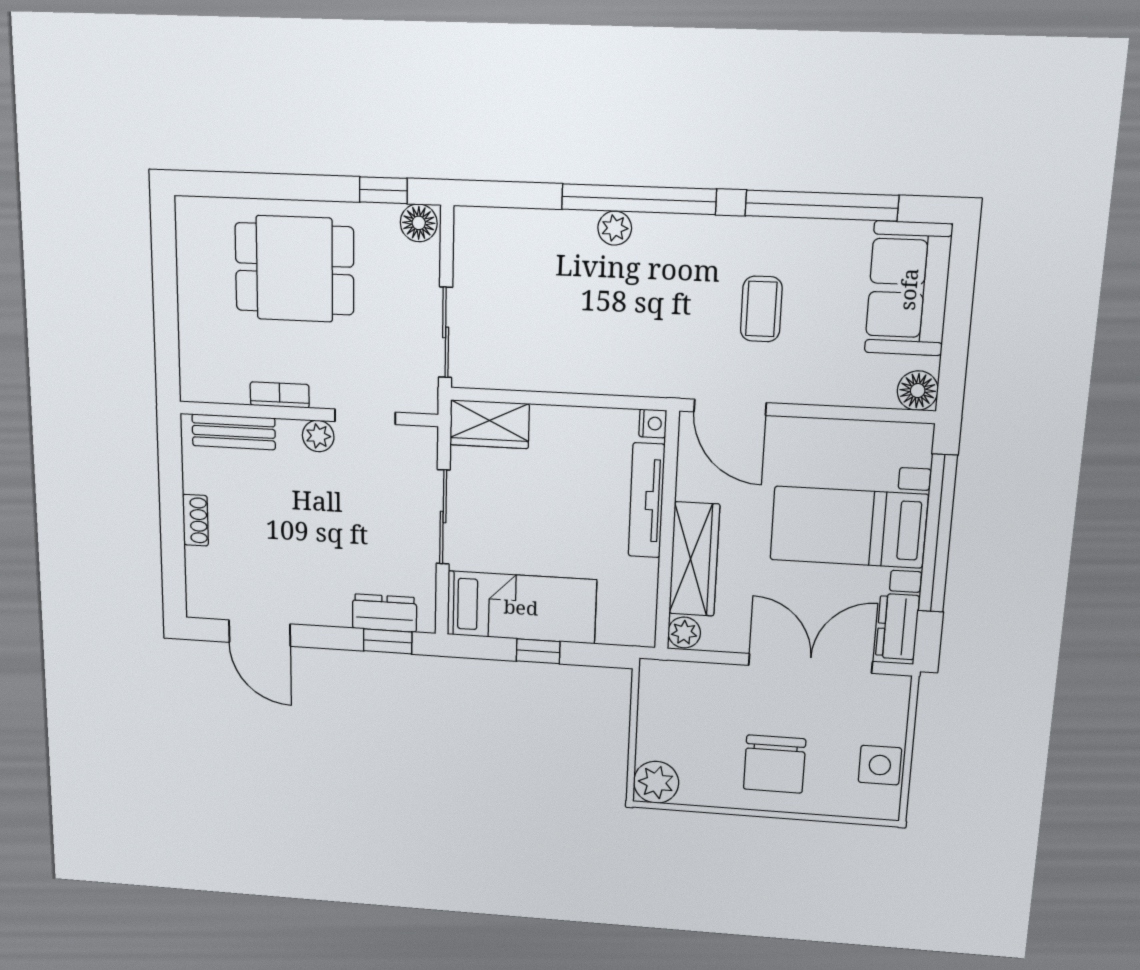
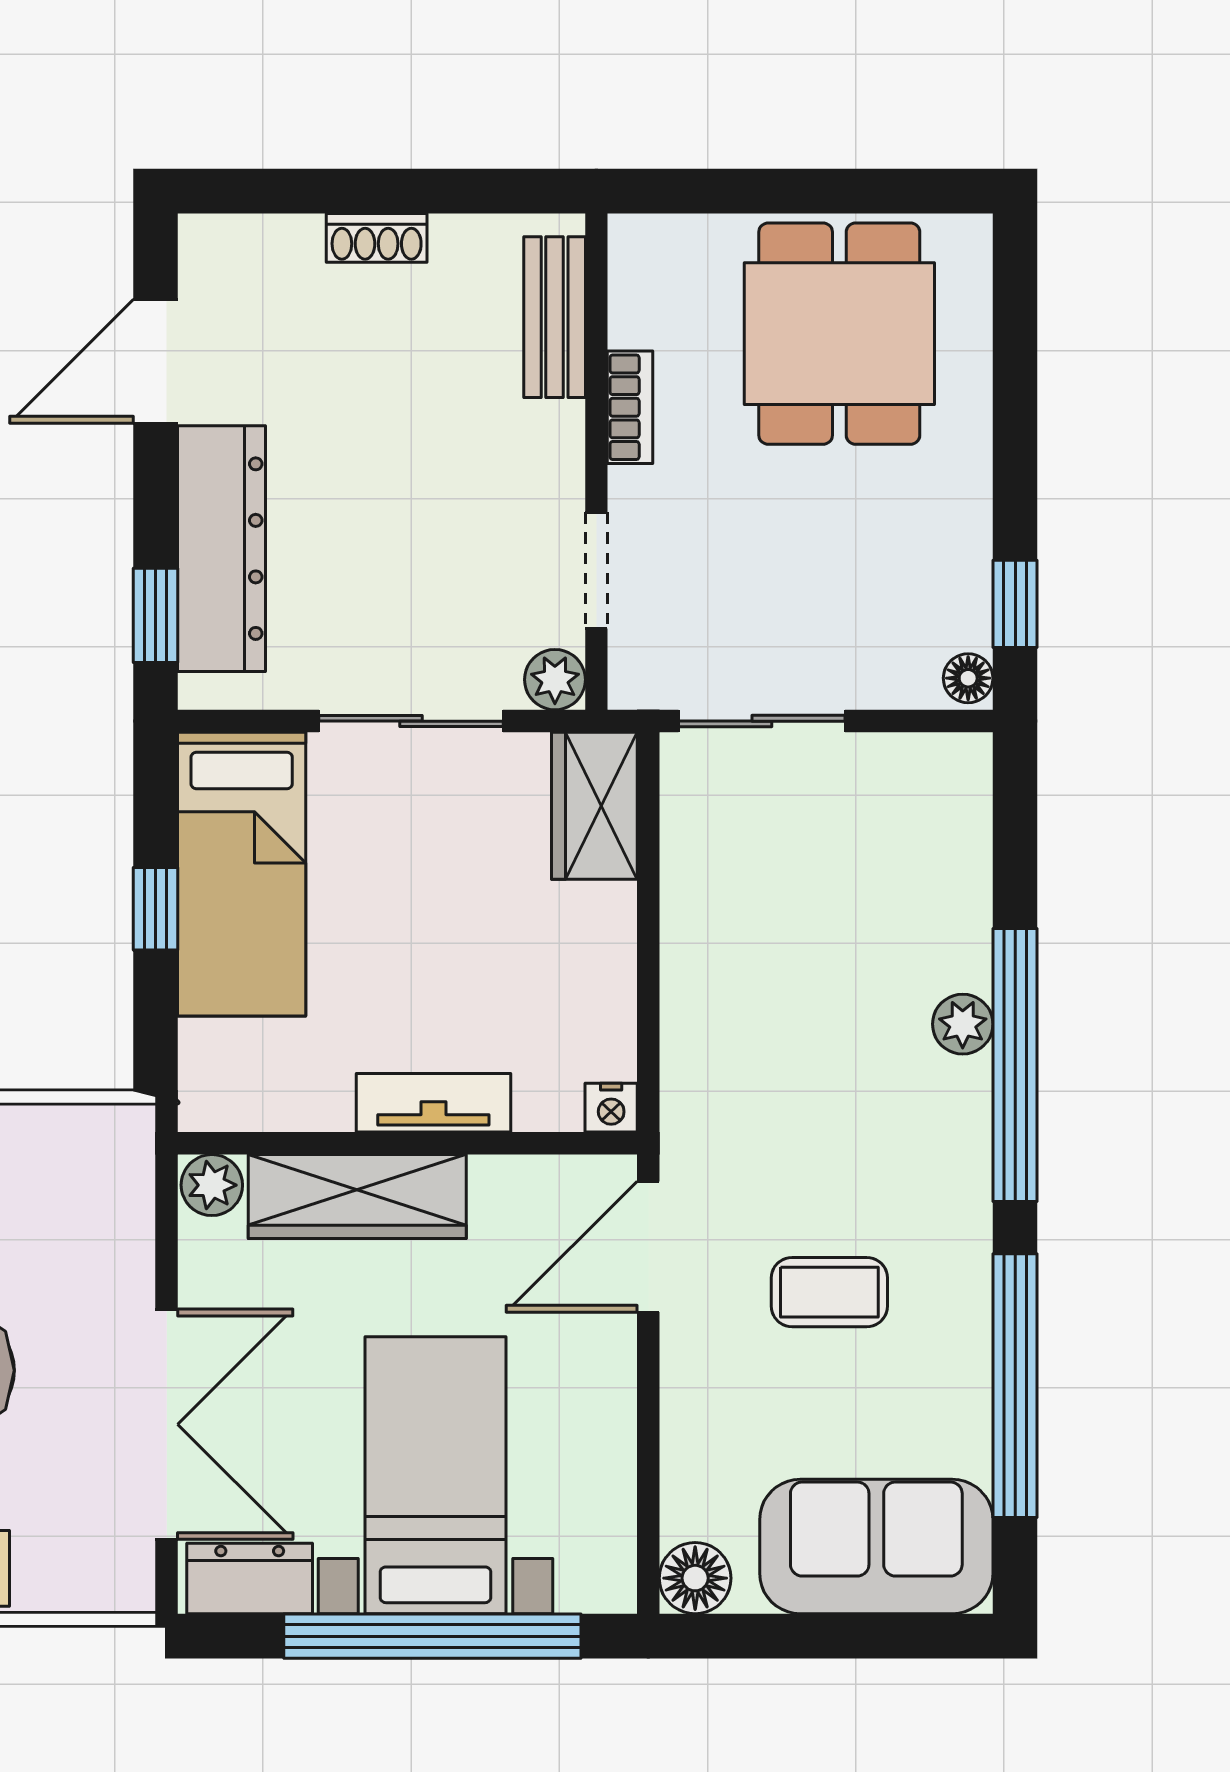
floor lamp: (419, 223) -> (968, 678), width x0.73, depth x0.73
dining table: (294, 269) -> (839, 334), moved
plant: (318, 436) -> (555, 680), moved
tv unit: (646, 500) -> (433, 1103), width x0.71
dresser: (384, 613) -> (222, 549), width x1.96, depth x1.24

